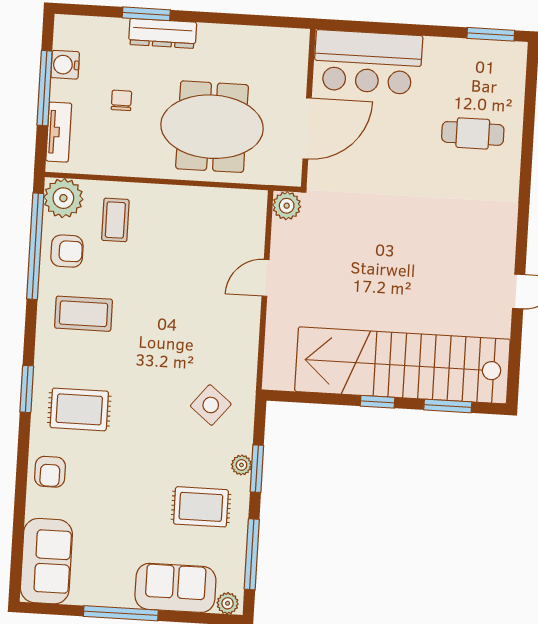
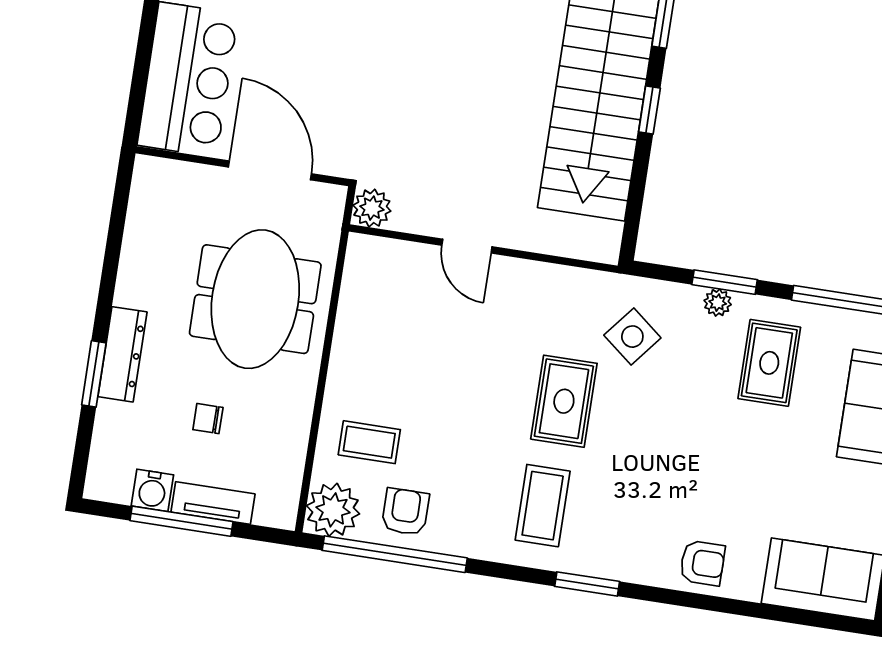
tv unit: (59, 132) -> (213, 503), moved
coffee table: (84, 314) -> (543, 506), moved
rug: (79, 409) -> (564, 401), moved

